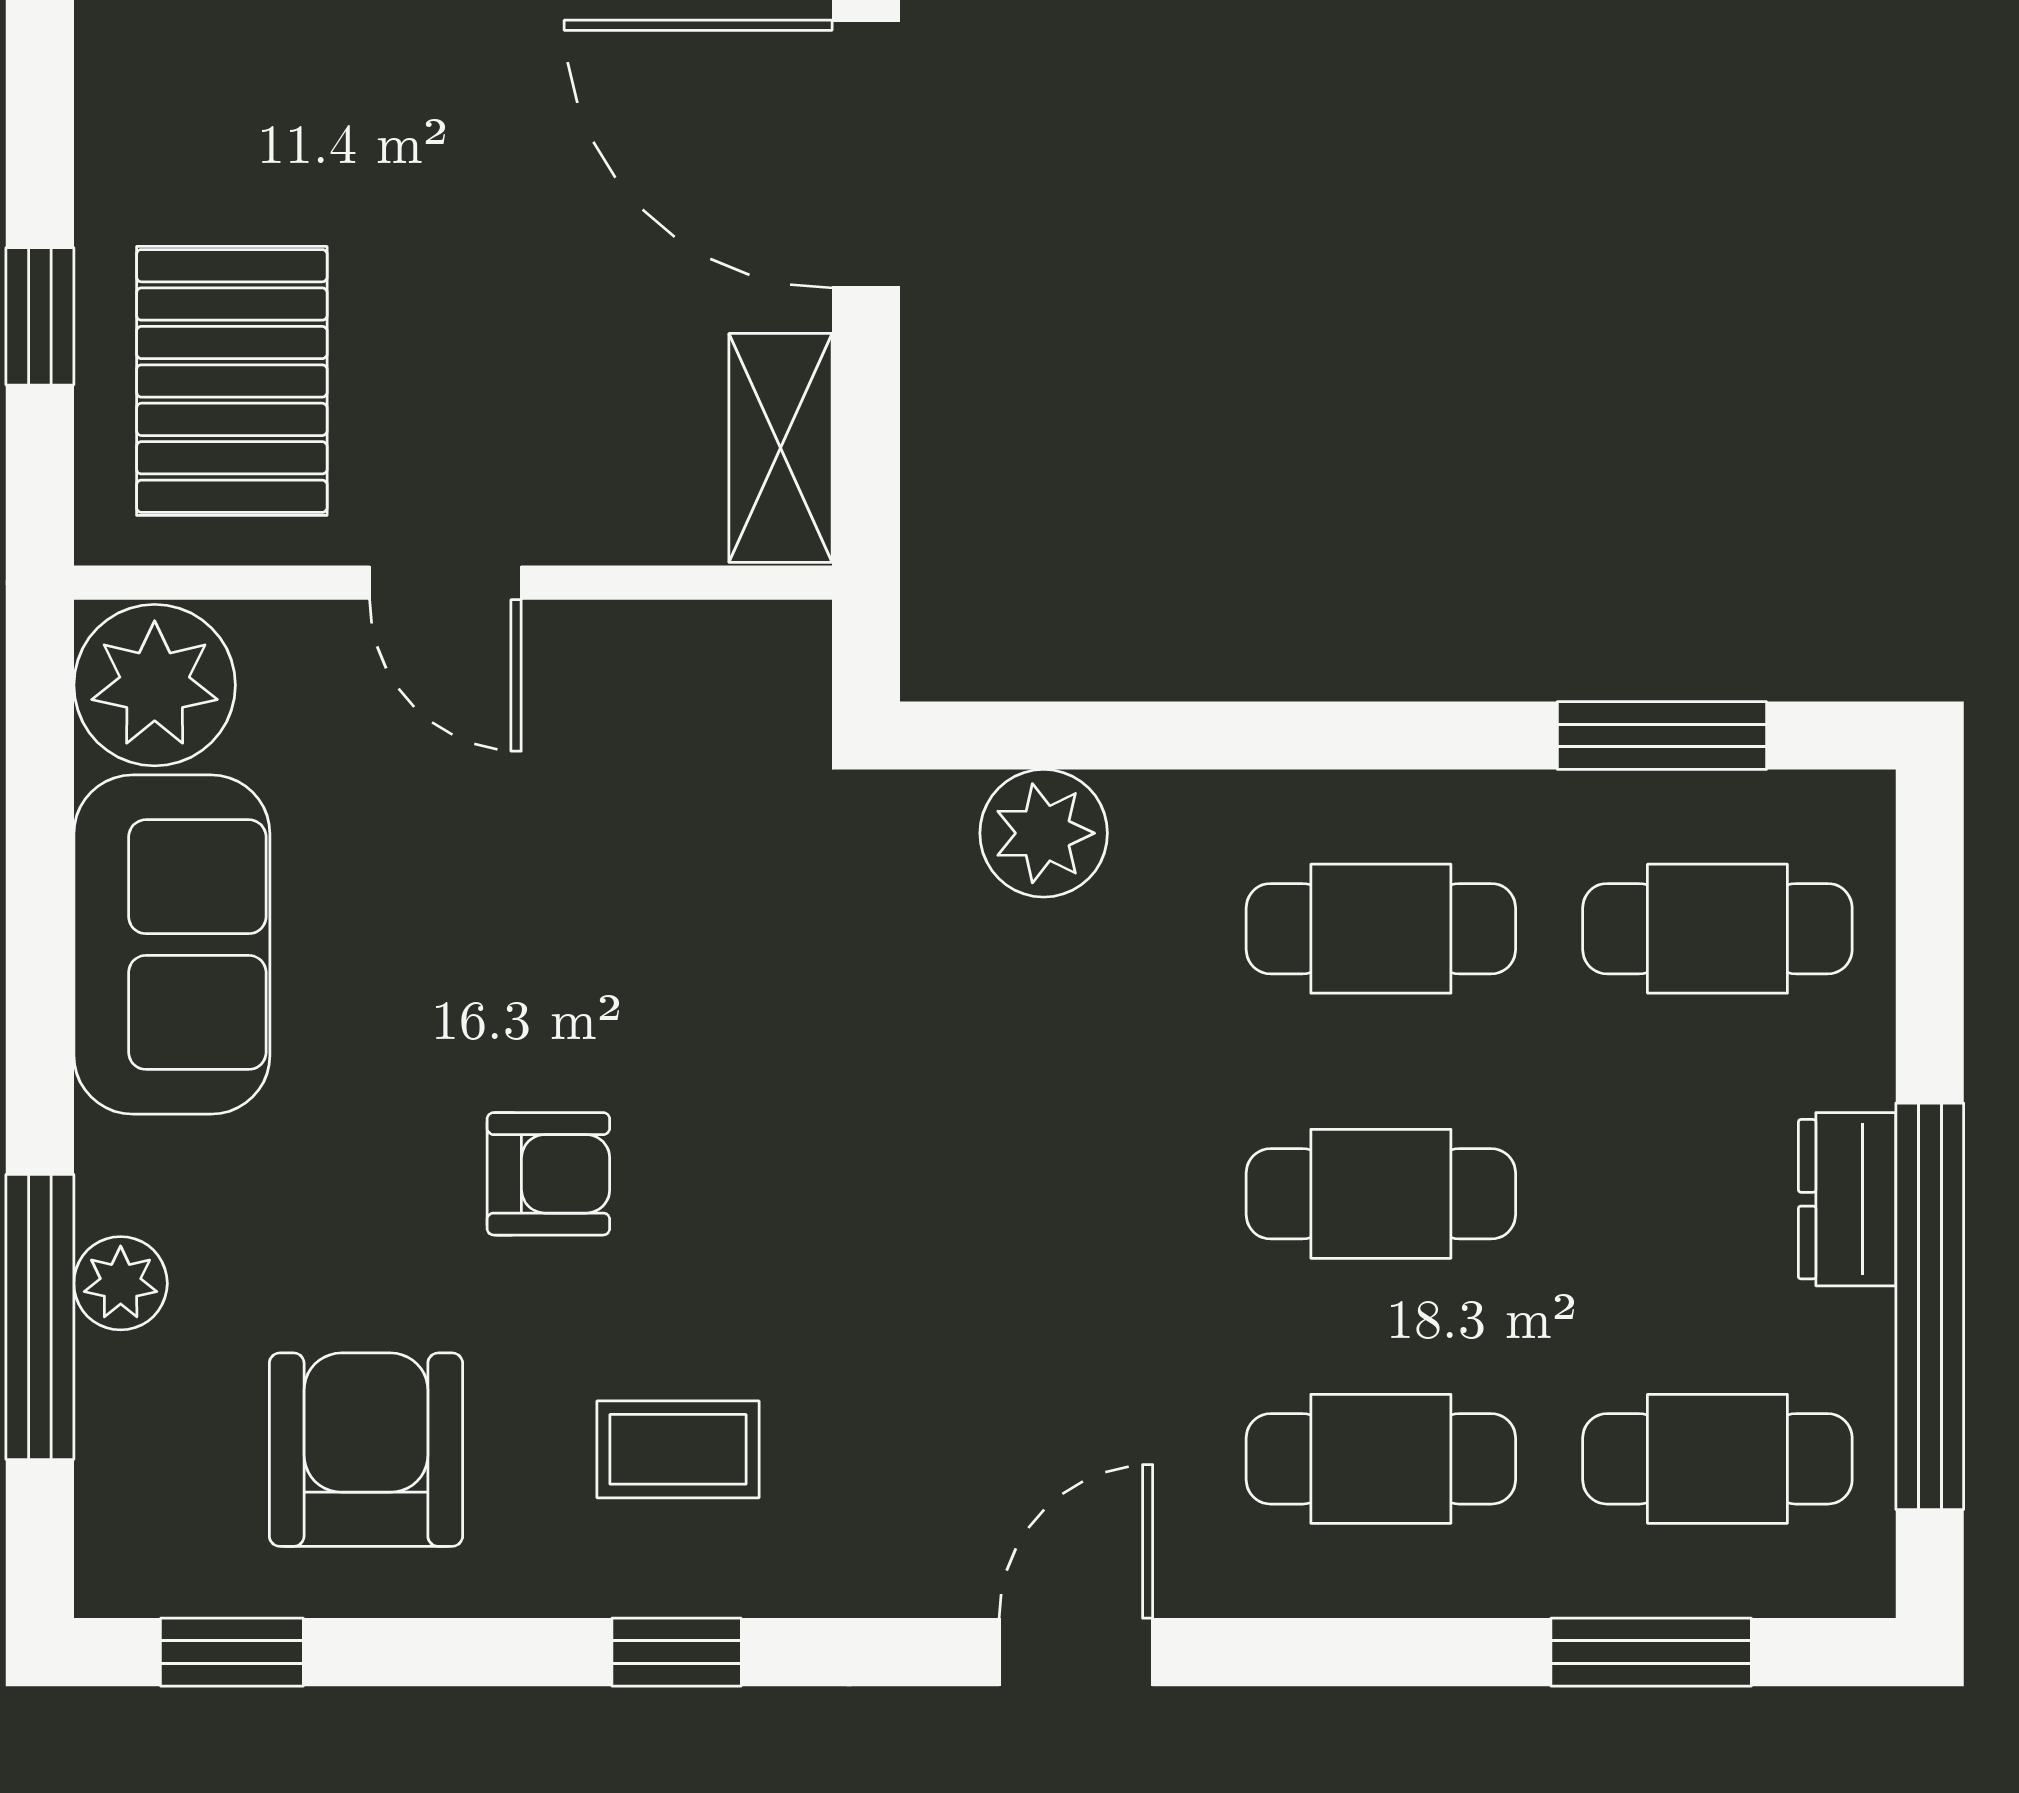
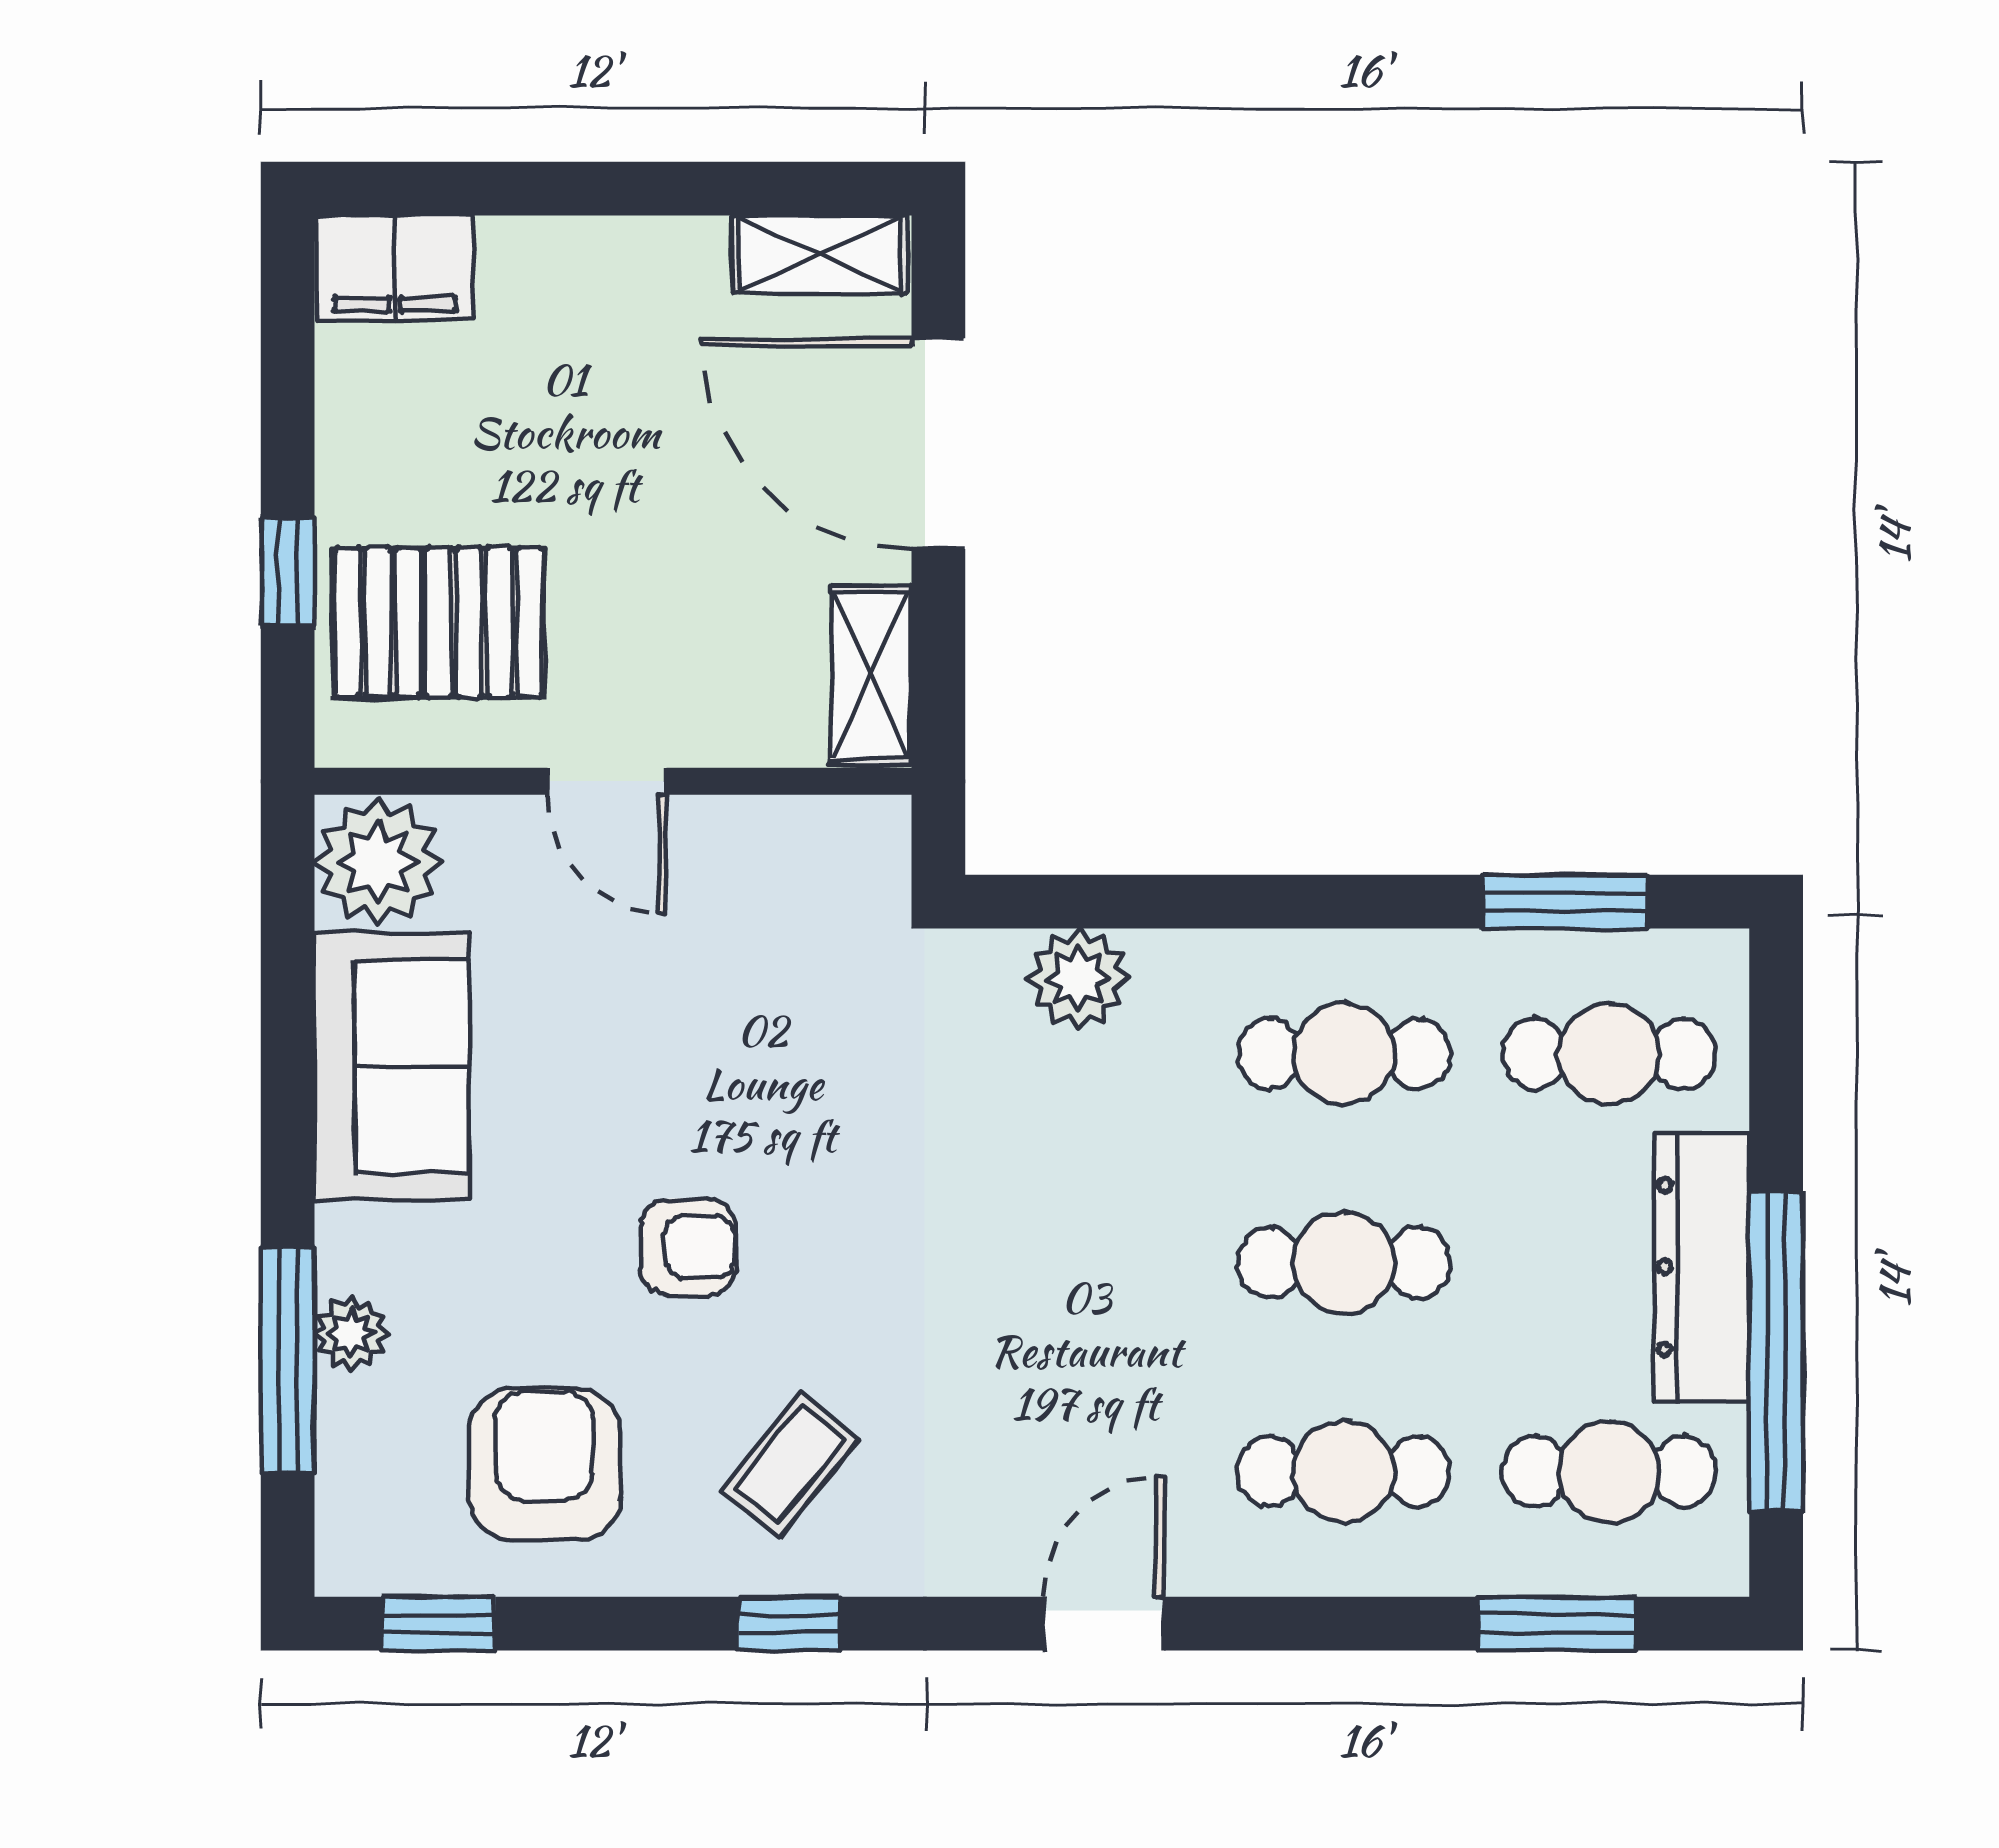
pallet: (232, 381) -> (439, 622), turned 90
dresser: (1847, 1199) -> (1702, 1267), width x1.96, depth x1.24
coffee table: (678, 1449) -> (790, 1464), turned -51

